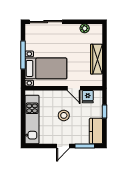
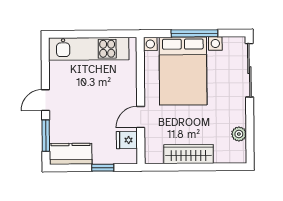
bed with nightstands: (46, 68) -> (183, 71), width x1.36
stool: (64, 115) -> (96, 101), removed
door: (63, 146) -> (46, 100), hinge flipped

